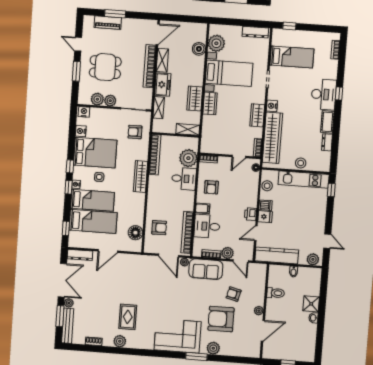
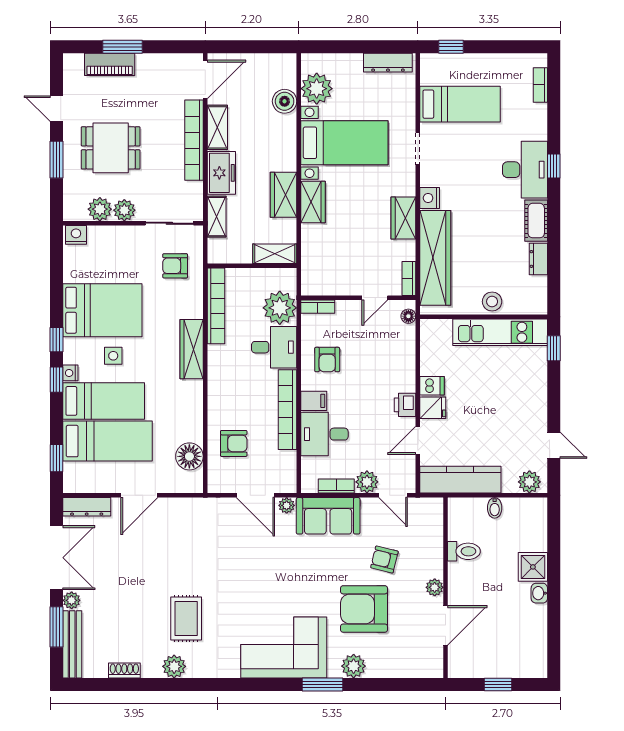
nightstand: (81, 131) -> (72, 272), removed
stool: (267, 186) -> (432, 349), removed
bookcase: (187, 232) -> (288, 410), moved

